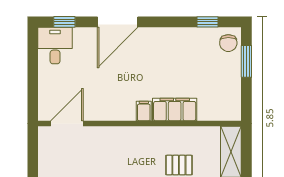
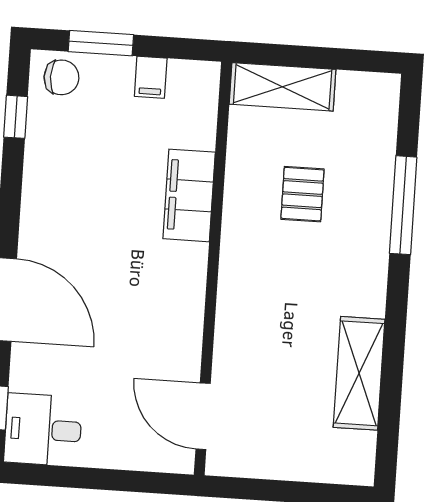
filing cabinet: (144, 111) -> (151, 77), moved, turned -90

